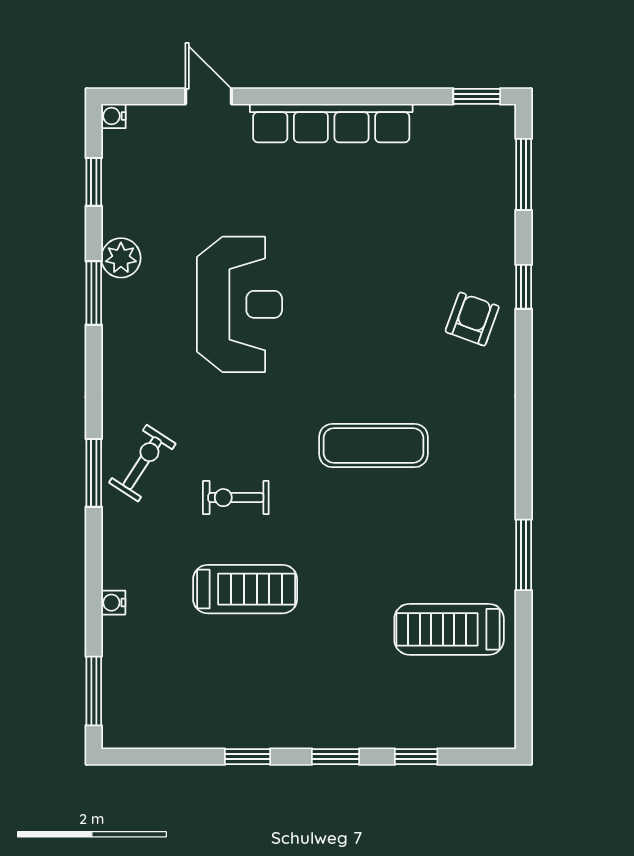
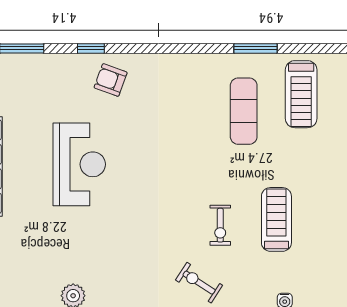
reception desk: (239, 304) -> (79, 164), moved, turned 90
exercise mat: (373, 446) -> (244, 111), moved

